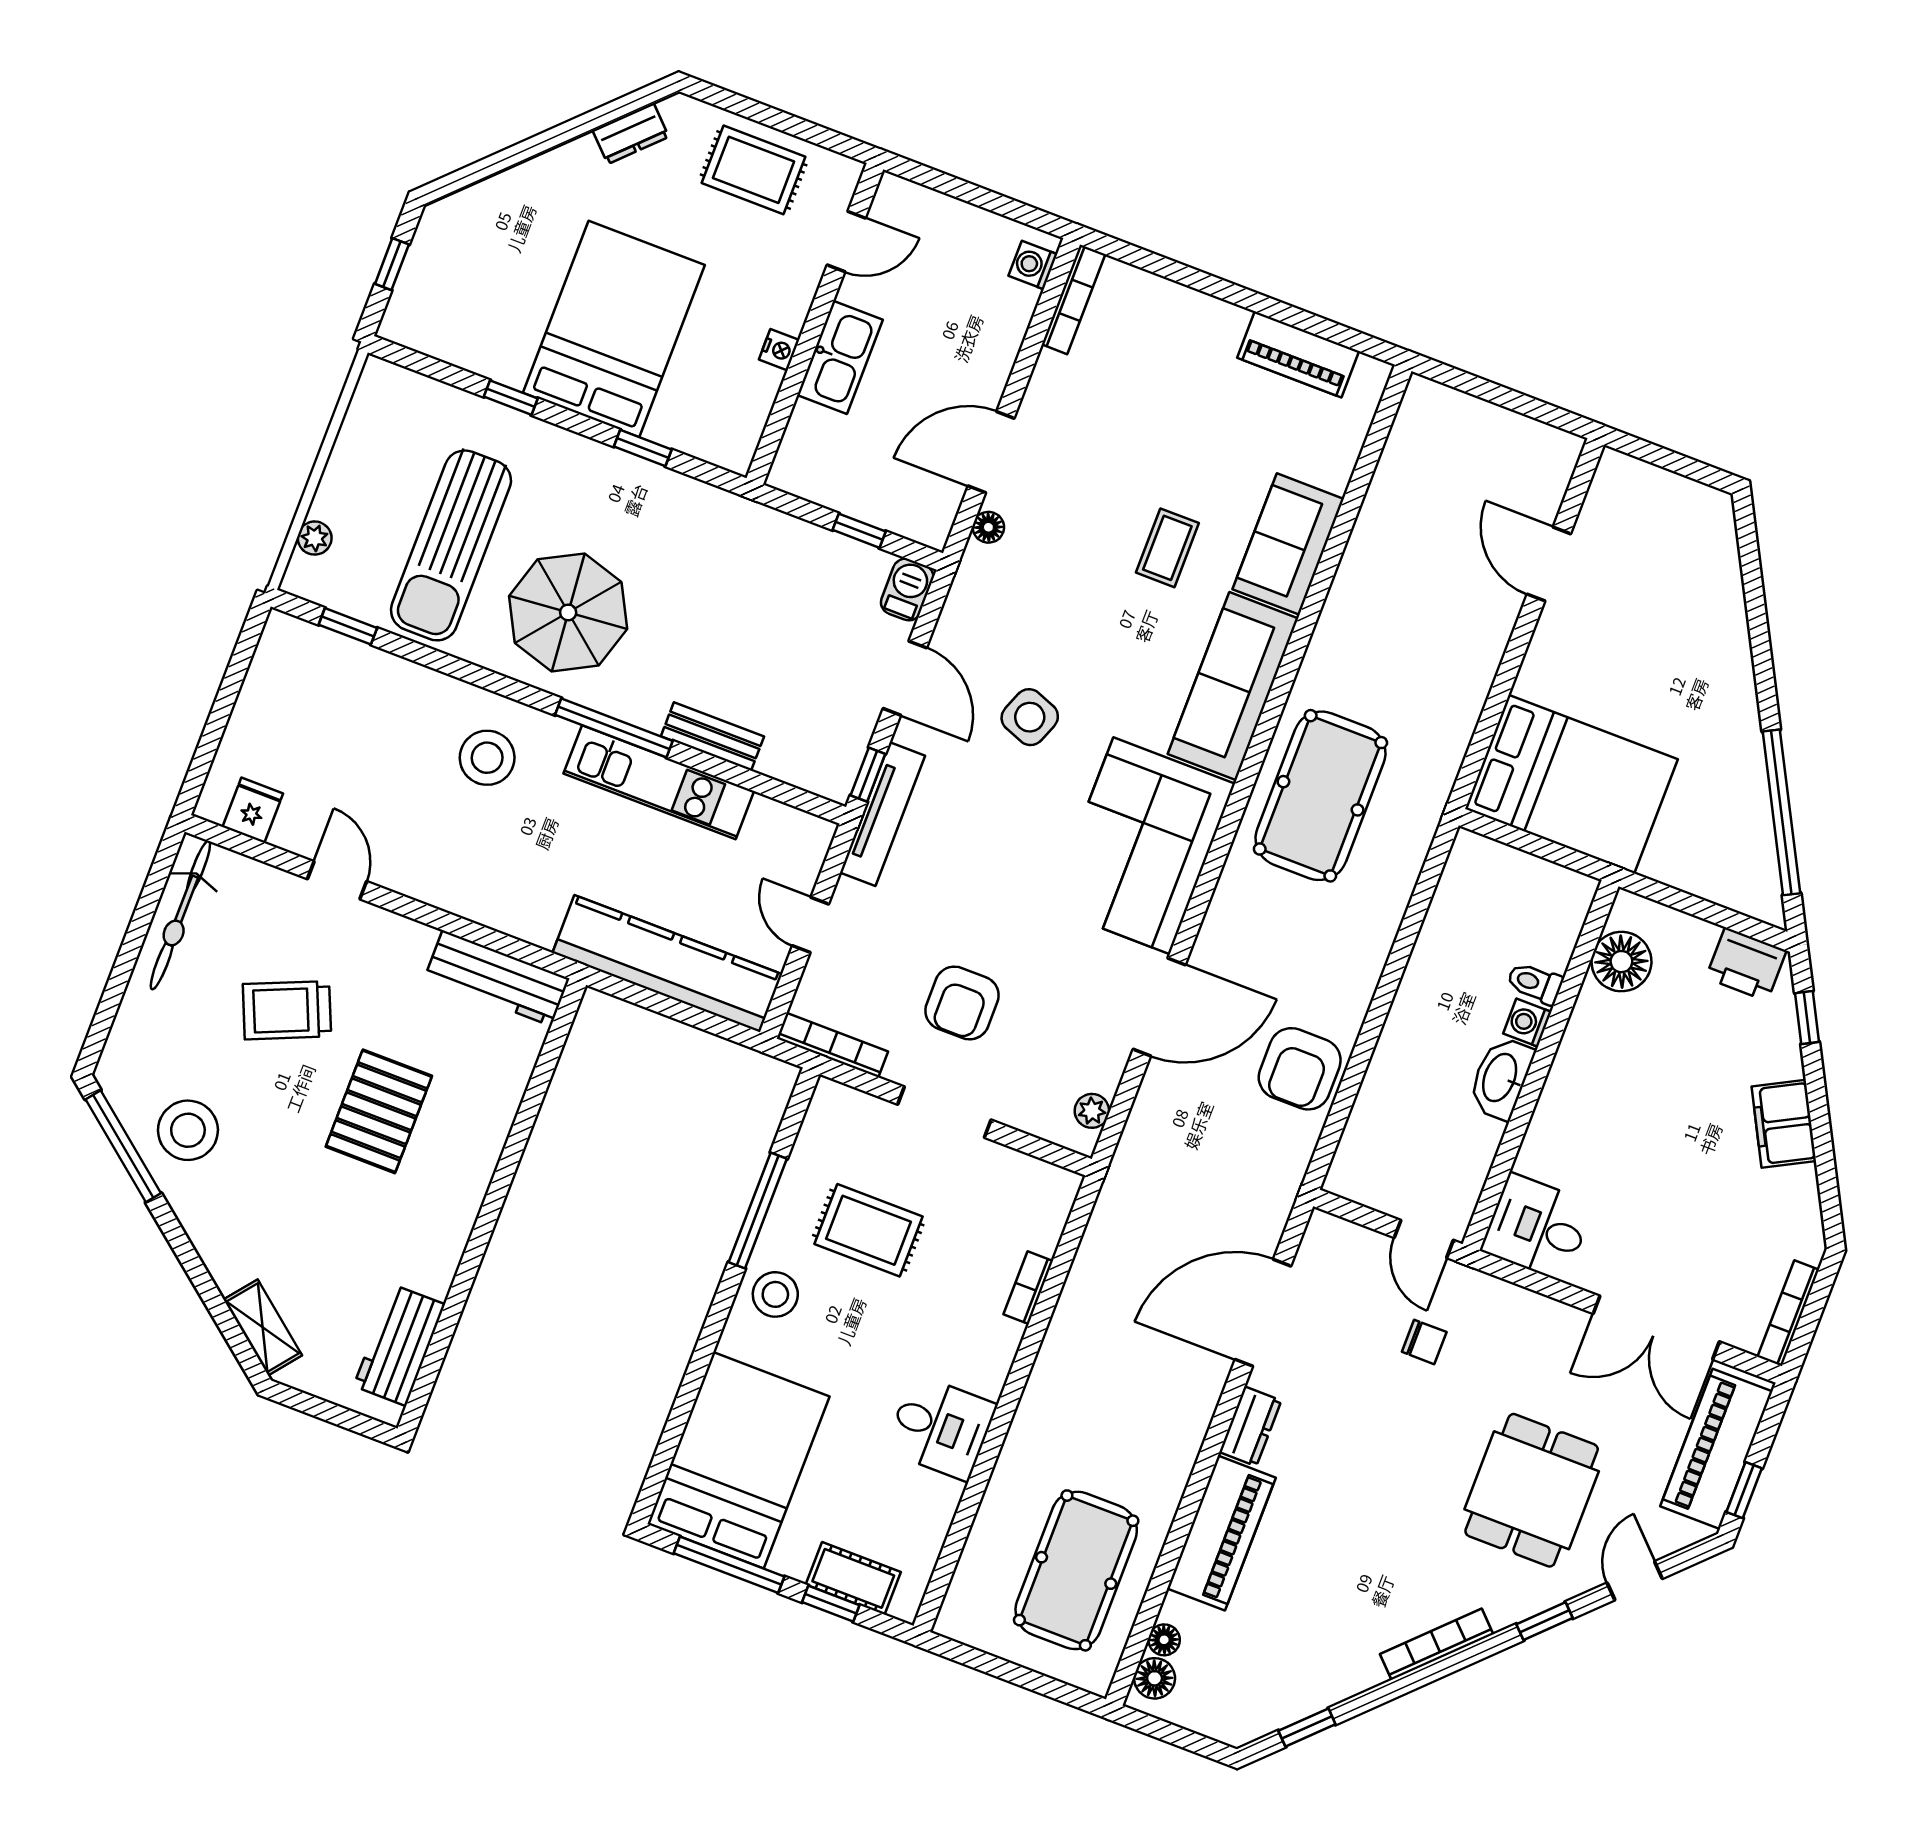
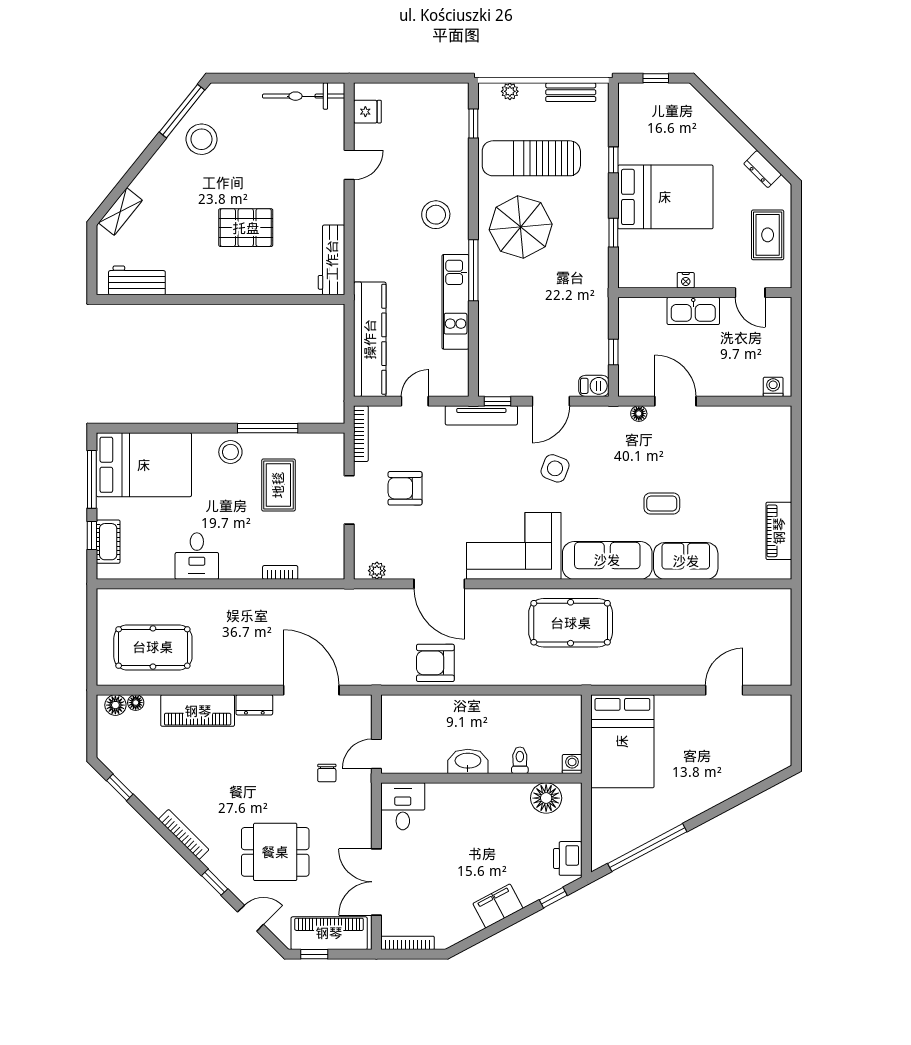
bookcase: (1074, 299) -> (764, 413), removed
bench: (712, 736) -> (571, 92), moved, turned 90
trolley: (287, 1010) -> (277, 165), removed
washing machine: (1527, 1023) -> (572, 764), moved

